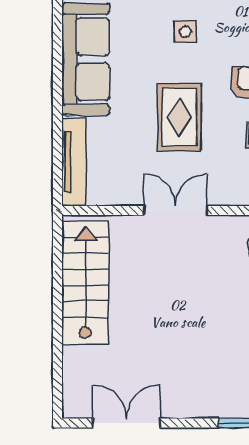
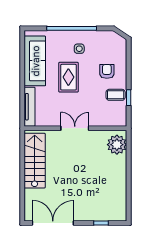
rug: (179, 117) -> (68, 77), moved
double door: (126, 423) -> (53, 223), width x1.37

